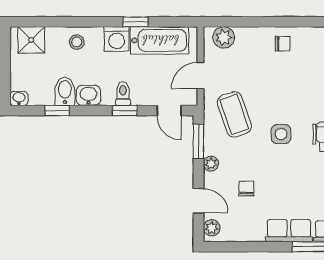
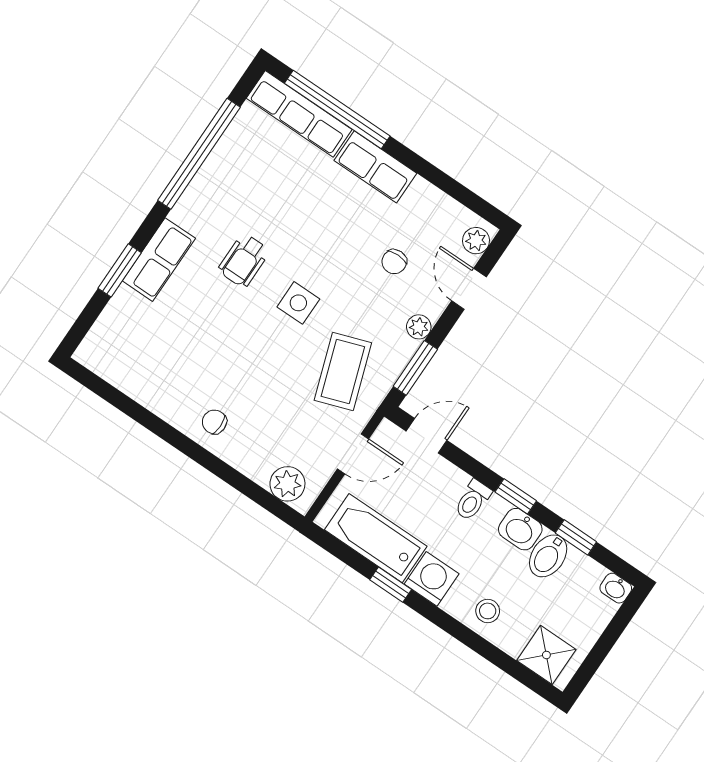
window: (125, 111) -> (516, 496), moved
door: (169, 111) -> (426, 436), hinge flipped

